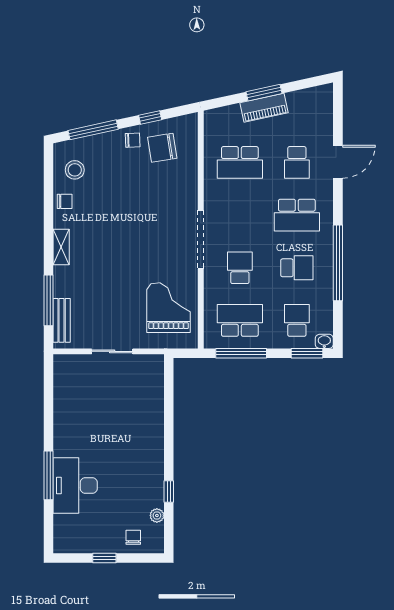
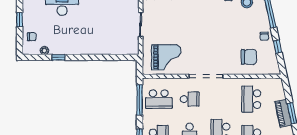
chair: (162, 148) -> (249, 57), moved, turned 99
school desk: (240, 320) -> (159, 99), turned 90

